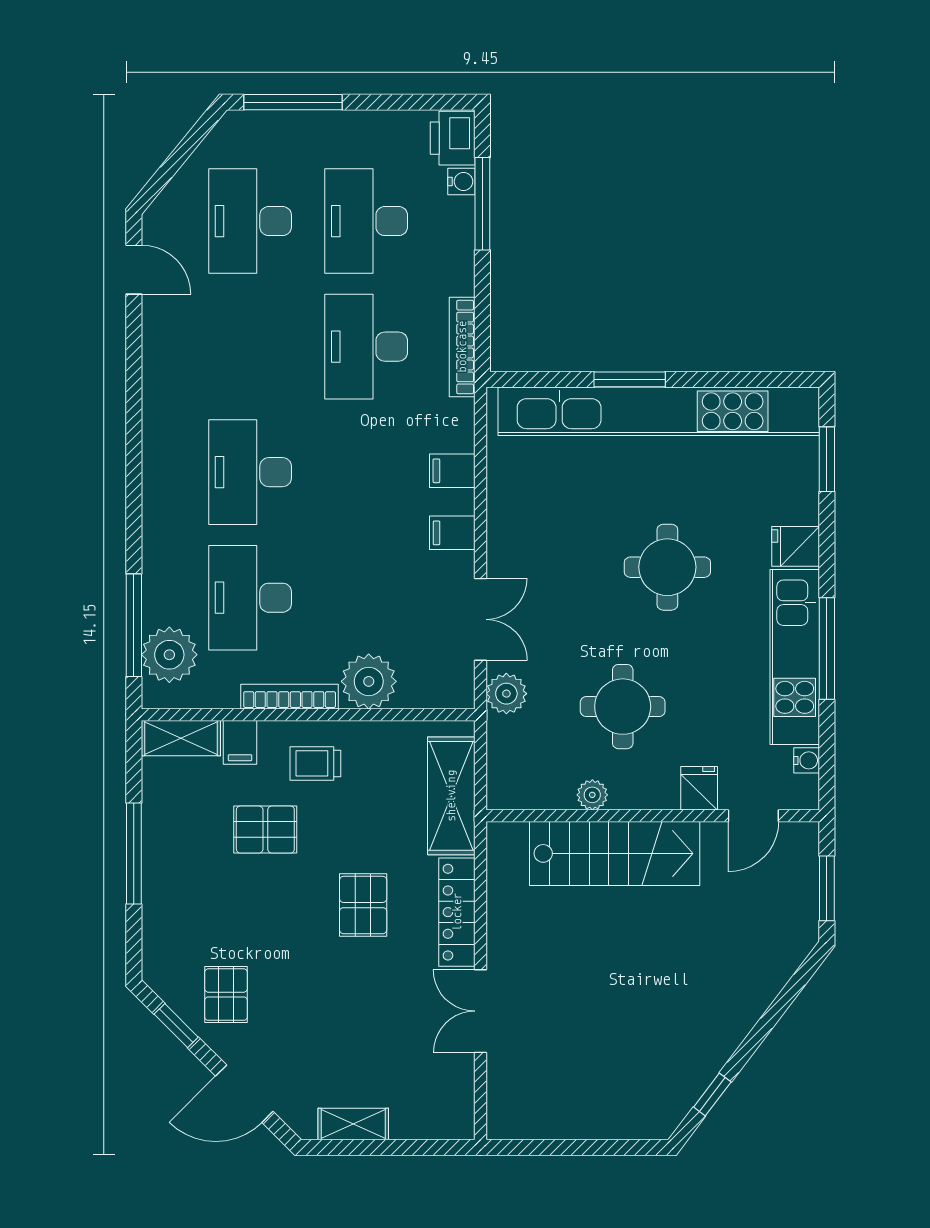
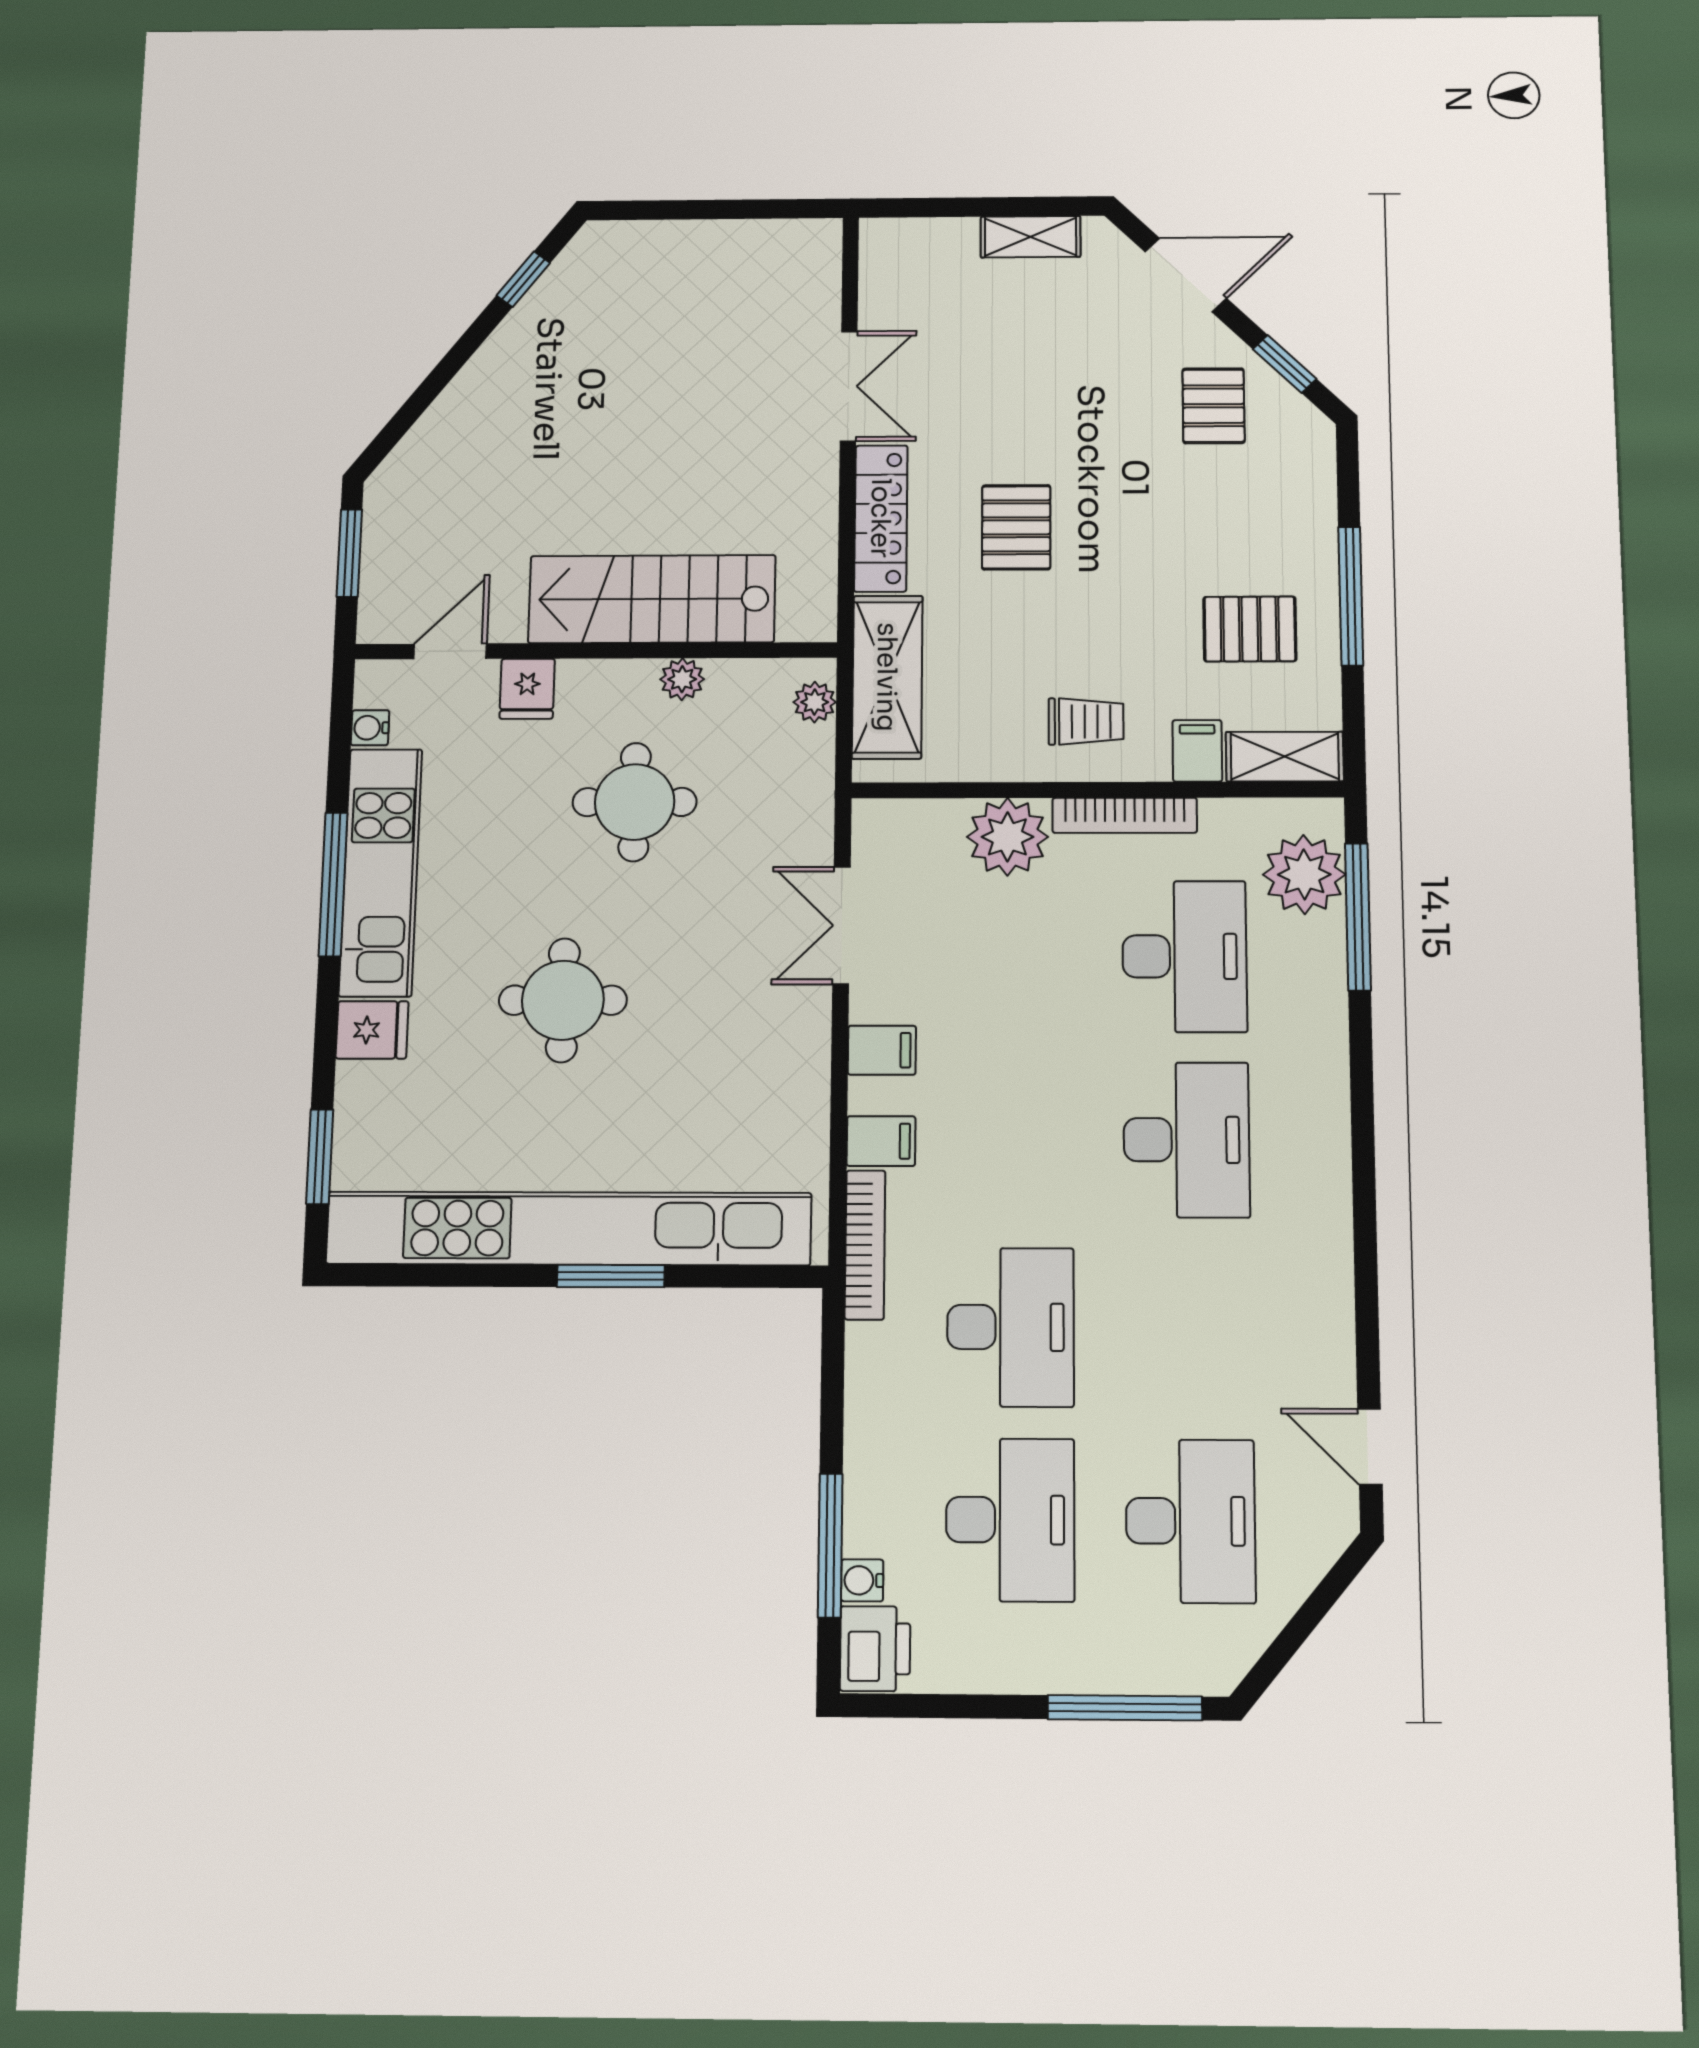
bookcase: (462, 347) -> (865, 1245), moved
plant: (506, 694) -> (815, 702), moved, width x0.73, depth x0.73
pallet: (265, 830) -> (1250, 629), moved

